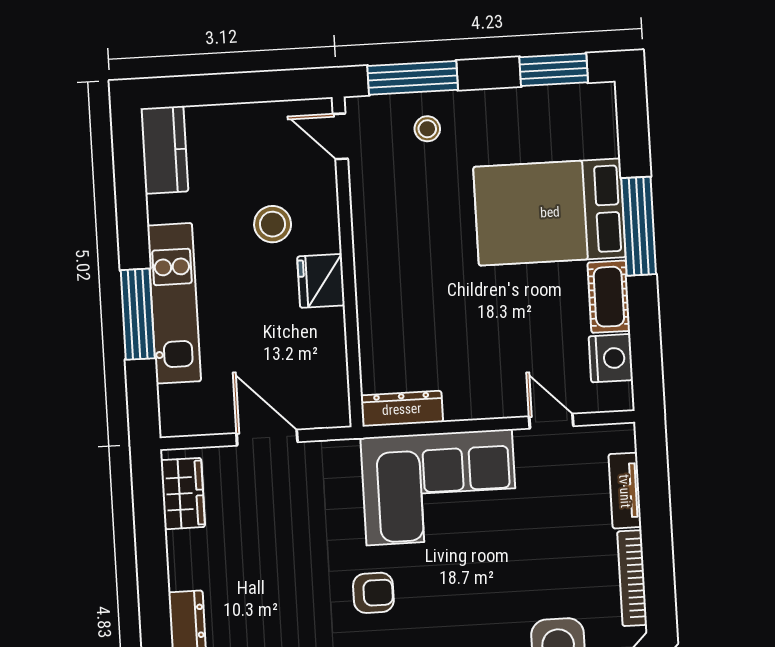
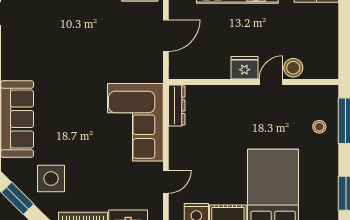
door: (340, 136) -> (271, 82), moved
stool: (273, 224) -> (293, 68), moved
armchair: (373, 593) -> (83, 85), removed

